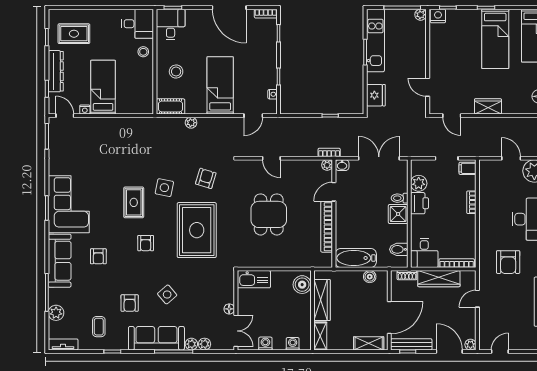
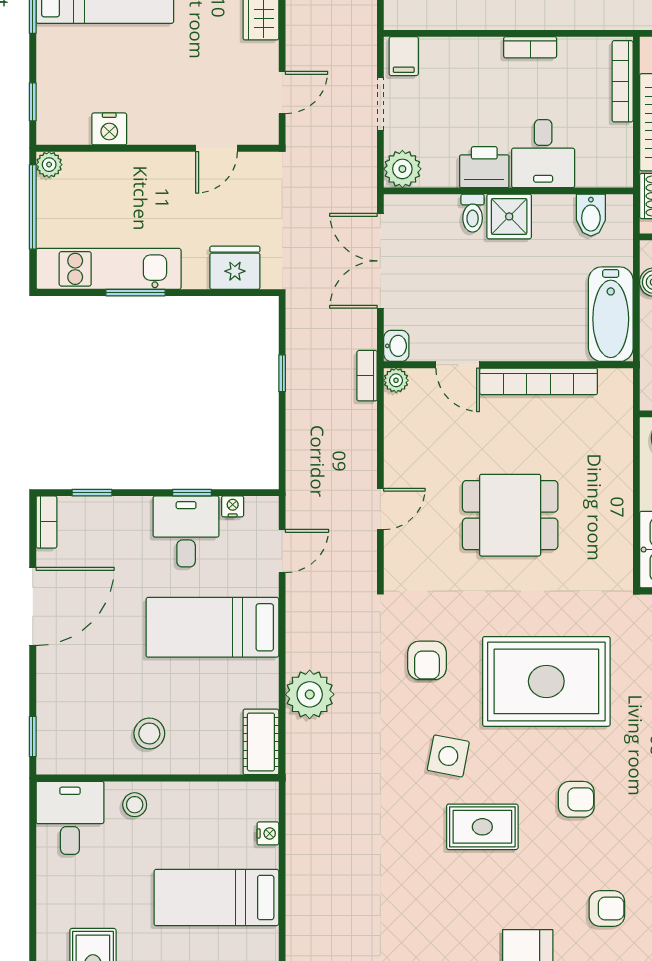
nightstand: (438, 16) -> (109, 129), moved, turned -90
desk: (171, 24) -> (186, 531), moved, turned 90
stool: (176, 71) -> (149, 733), moved
nightstand: (85, 109) -> (268, 833), moved
door: (253, 116) -> (282, 551), hinge flipped
plant: (191, 123) -> (310, 694), width x1.87, depth x1.87
armchair: (206, 178) -> (427, 660), turned -107
plant: (419, 183) -> (402, 169), moved
bookcase: (471, 202) -> (530, 47), moved
desk: (424, 253) -> (543, 154), moved, turned 90

